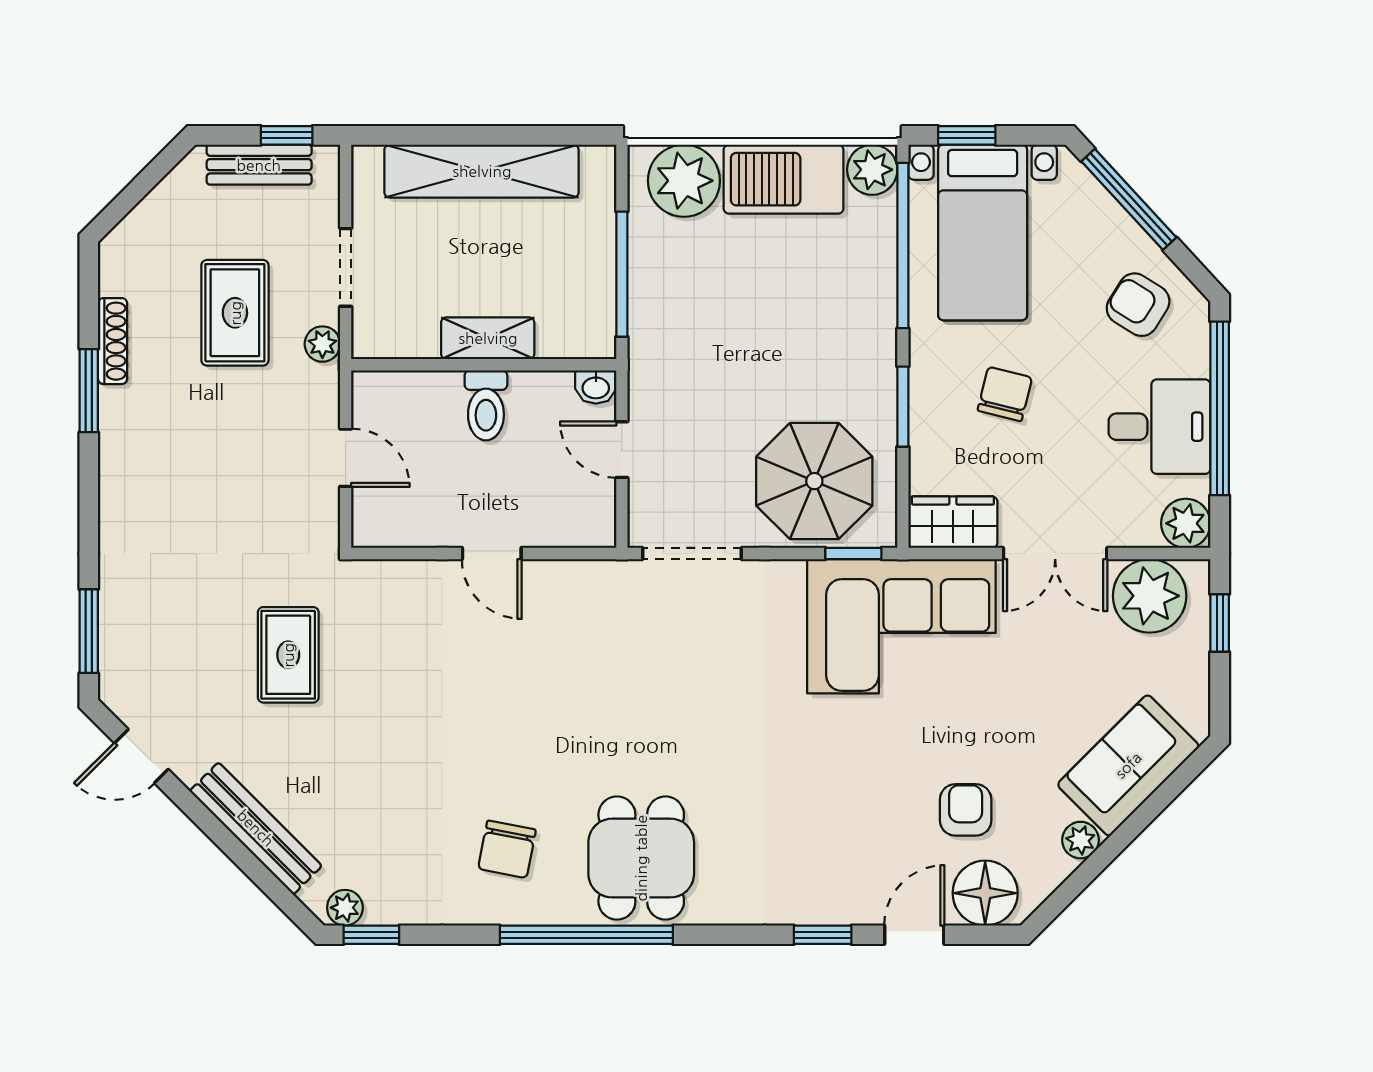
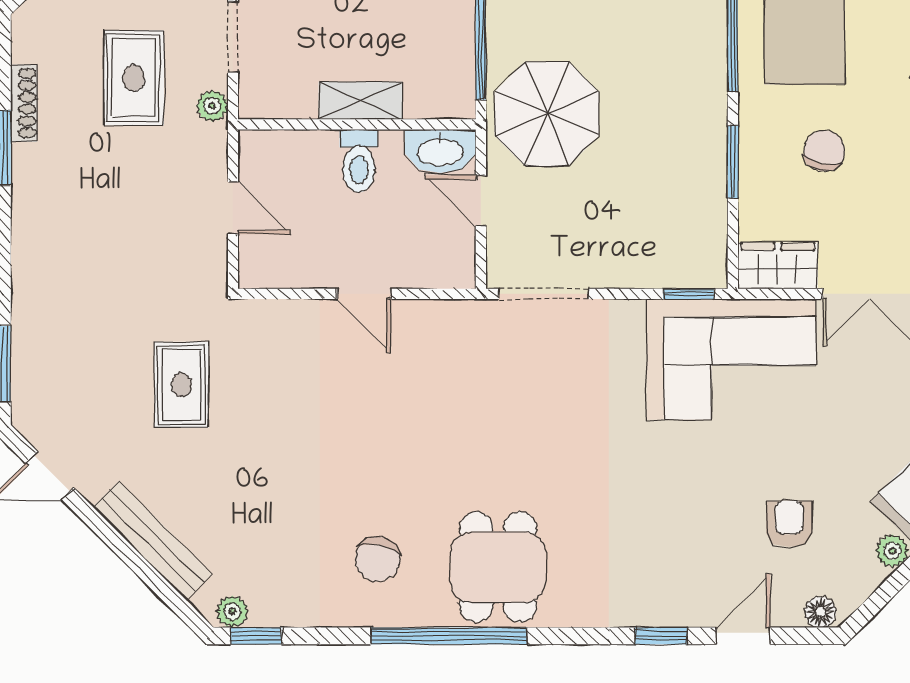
washbasin: (596, 387) -> (440, 151), width x1.91, depth x1.45
parasol: (814, 481) -> (547, 114), moved
floor lamp: (985, 893) -> (820, 612), width x0.53, depth x0.53

